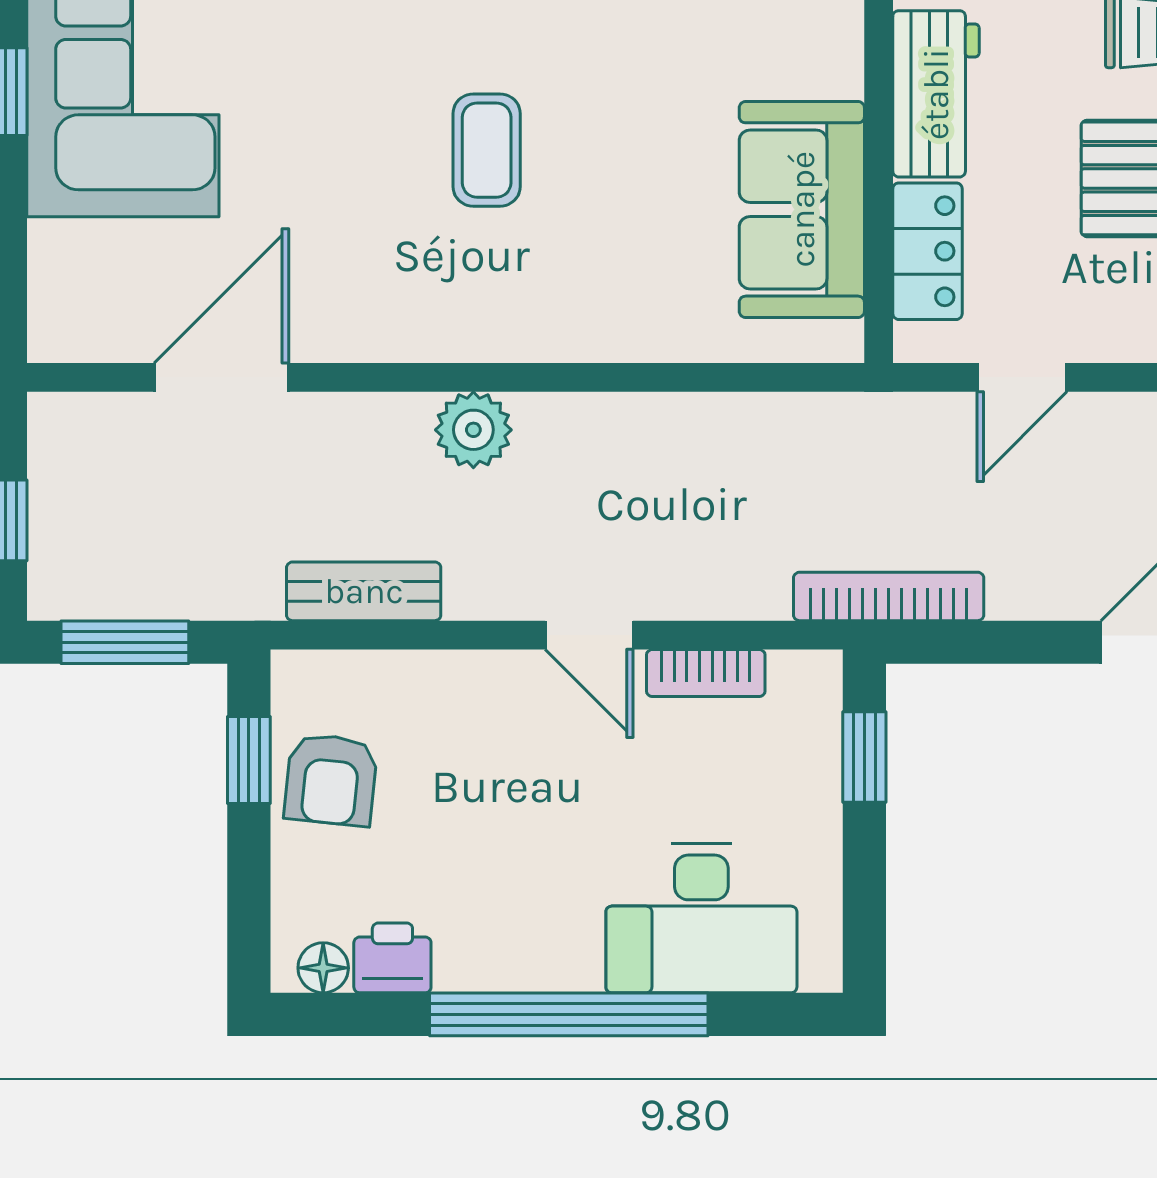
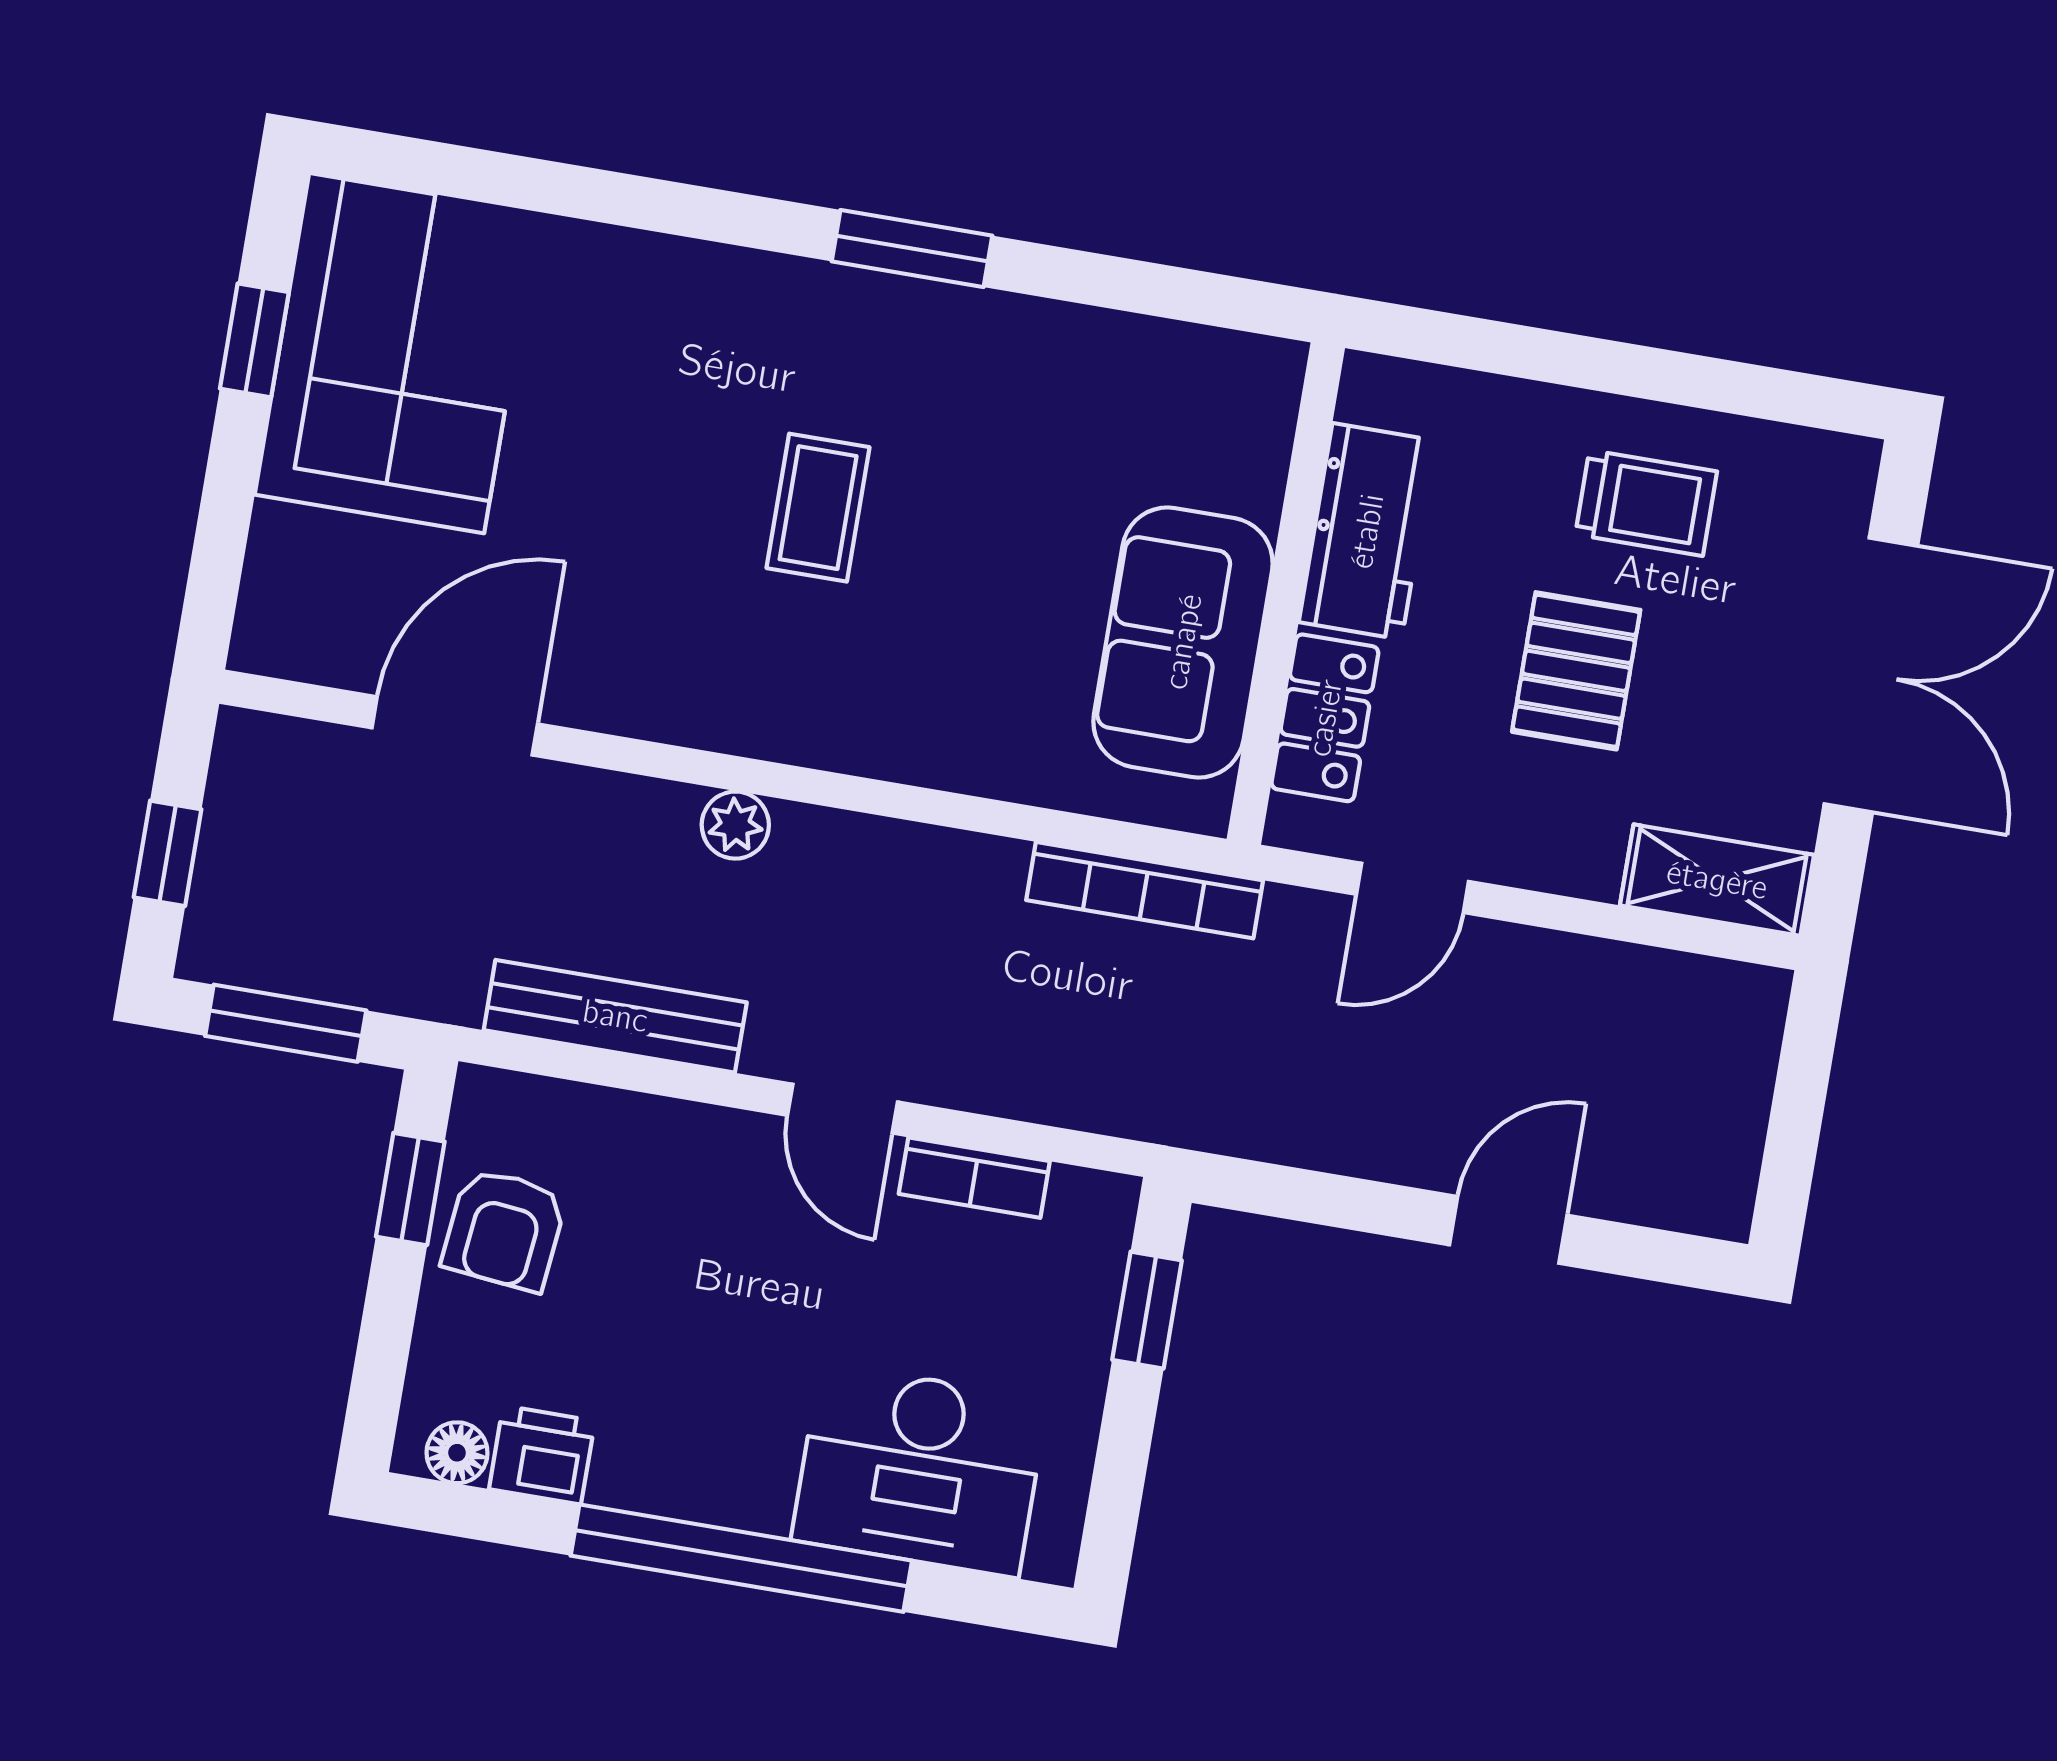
plant: (473, 430) -> (735, 825), width x0.73, depth x0.73
bench: (364, 591) -> (615, 1016), width x1.36
bookcase: (889, 596) -> (1145, 890), moved, turned 180

